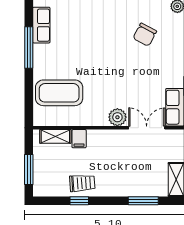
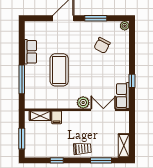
row of seats: (41, 25) -> (31, 52), moved
window: (29, 48) -> (22, 79), moved
coffee table: (59, 93) -> (59, 70), moved, turned 90
trolley: (82, 183) -> (82, 149), moved

